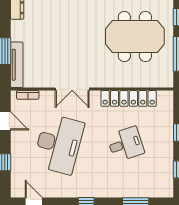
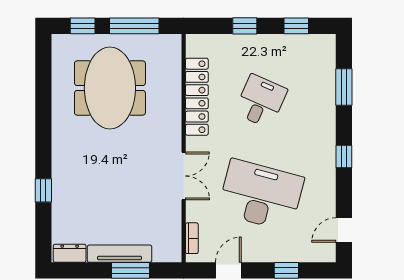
tv unit: (17, 65) -> (119, 254), moved
desk: (125, 144) -> (261, 101), turned 42

